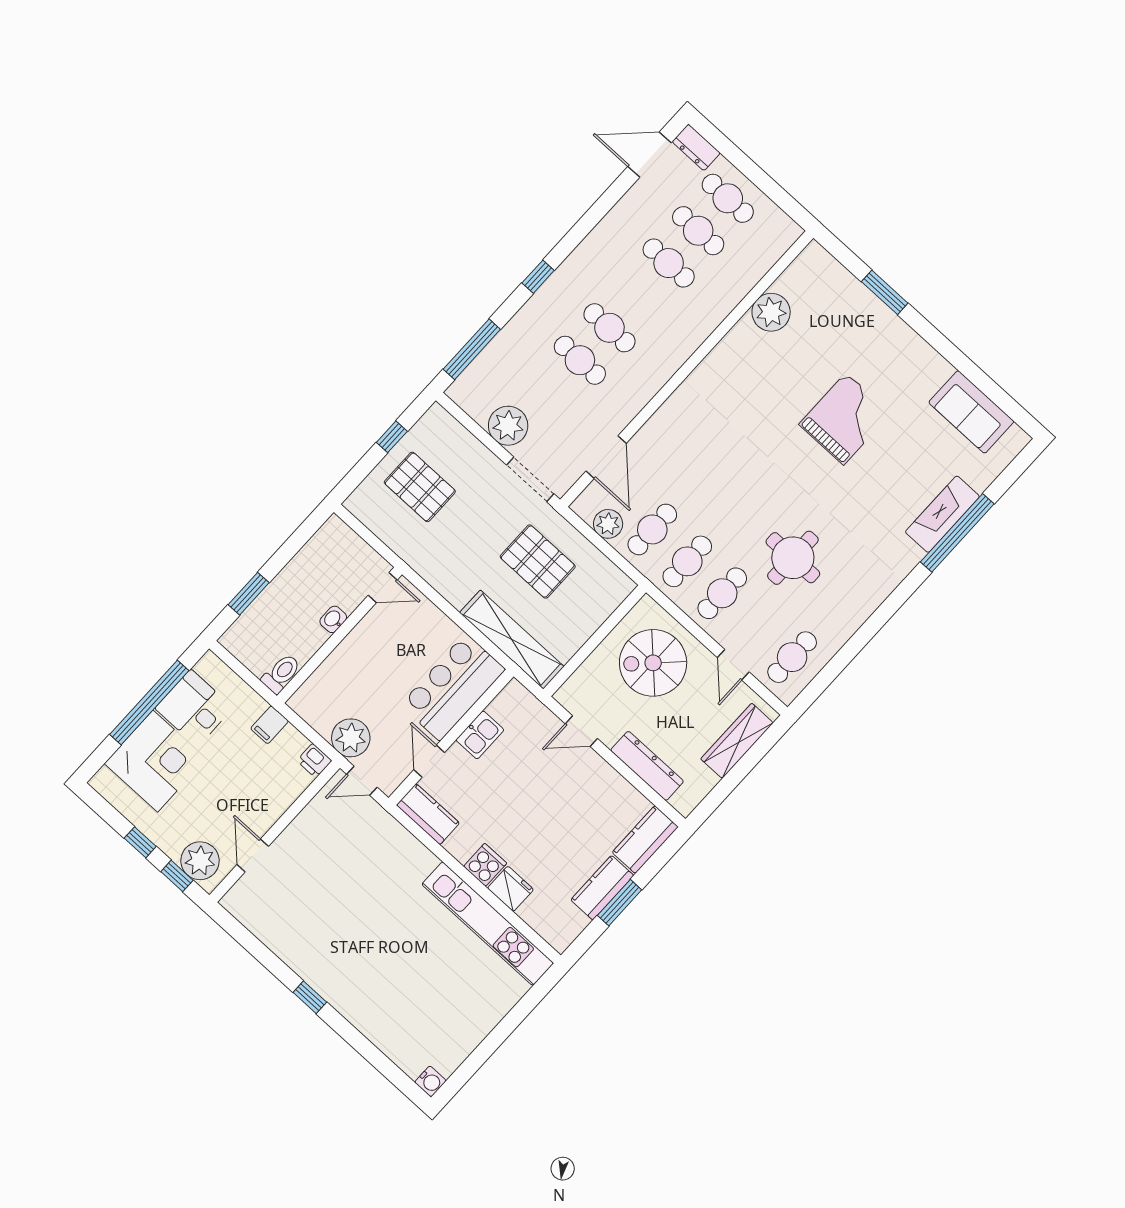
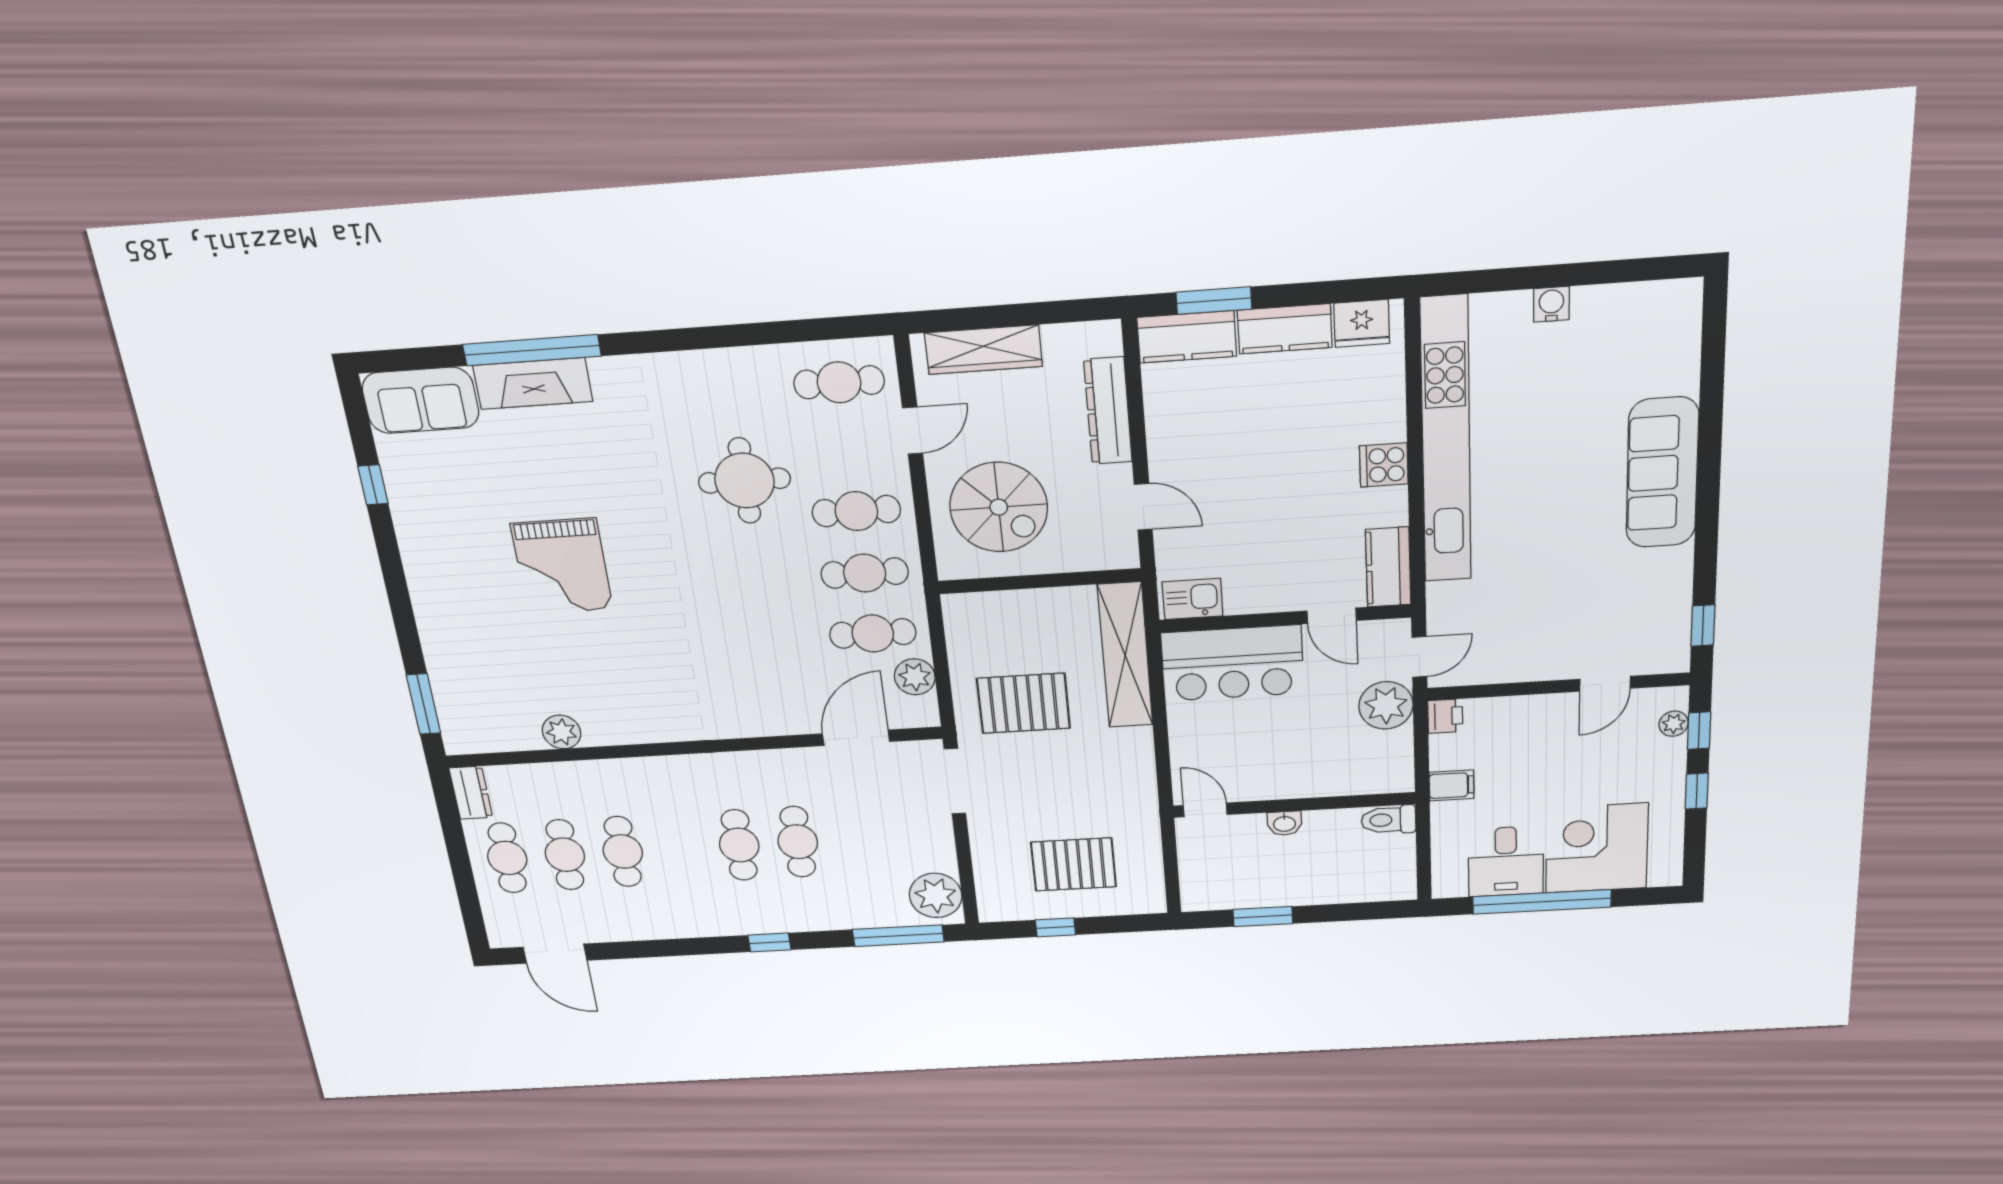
dresser: (696, 147) -> (471, 793), moved
window: (885, 292) -> (423, 704), moved
plant: (771, 312) -> (562, 732), width x0.73, depth x0.73
window: (978, 378) -> (373, 485), added
sofa: (971, 412) -> (421, 400), moved, turned 90
grand piano: (845, 419) -> (562, 566), turned -90
plant: (508, 426) -> (936, 895), moved
pallet: (420, 487) -> (1074, 864), turned 90
pallet: (538, 562) -> (1023, 703), turned 90
window: (249, 594) -> (1263, 917), moved
kitchen sink: (480, 735) -> (1193, 599), moved
door: (429, 761) -> (1332, 616), hinge flipped
door: (362, 781) -> (1419, 657), hinge flipped
plant: (200, 861) -> (1674, 724), width x0.53, depth x0.53
fridge: (510, 889) -> (1362, 323), moved, turned -90
window: (620, 903) -> (1214, 301), moved
kitchen unit: (488, 924) -> (1446, 441), width x1.36
sofa: (346, 989) -> (1662, 473), added
window: (310, 997) -> (1703, 626), moved
water cooler: (430, 1081) -> (1551, 304), moved

